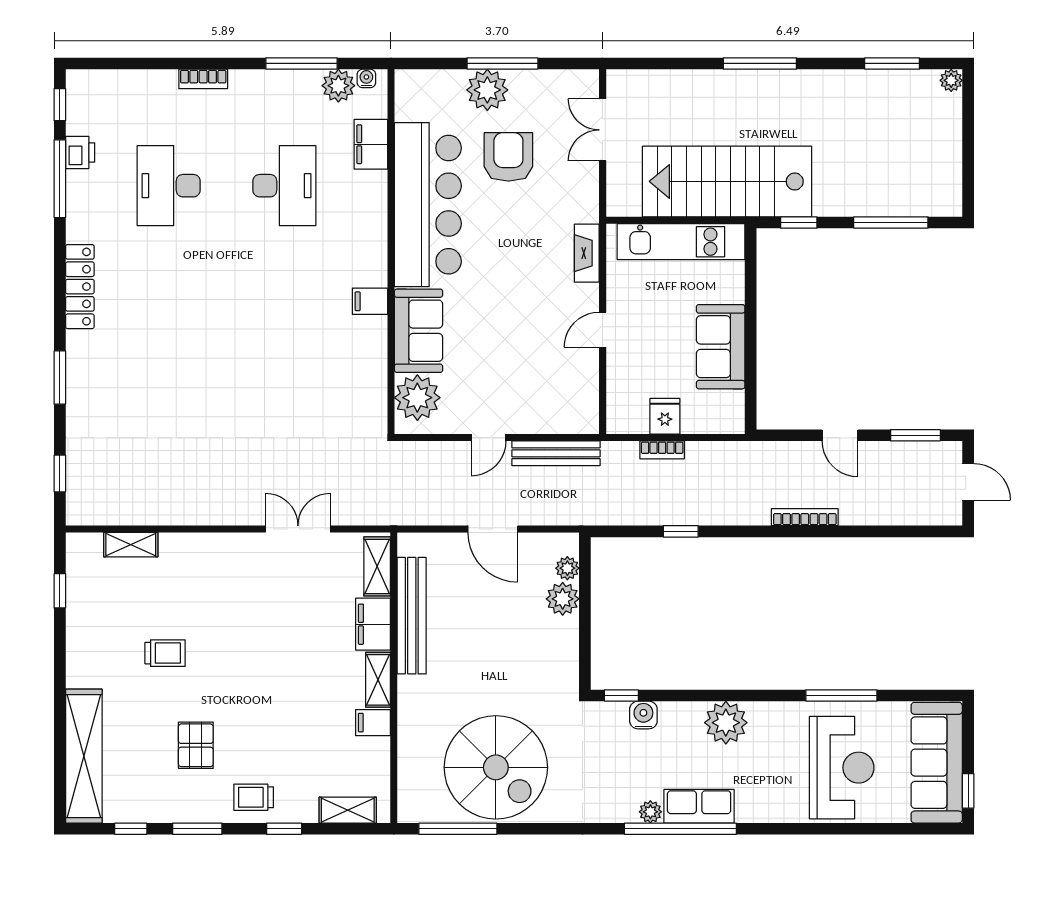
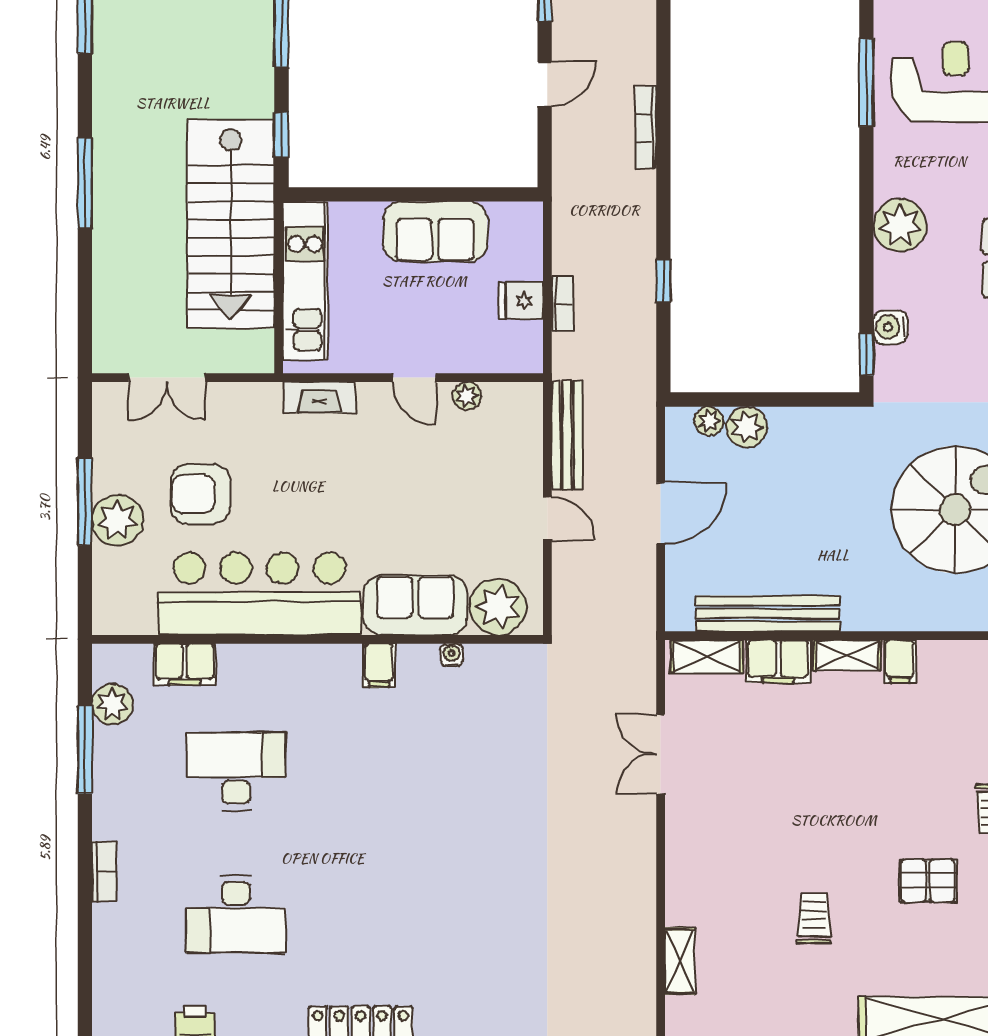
water cooler: (366, 78) -> (452, 655), moved, turned 90
plant: (588, 373) -> (467, 396), added

